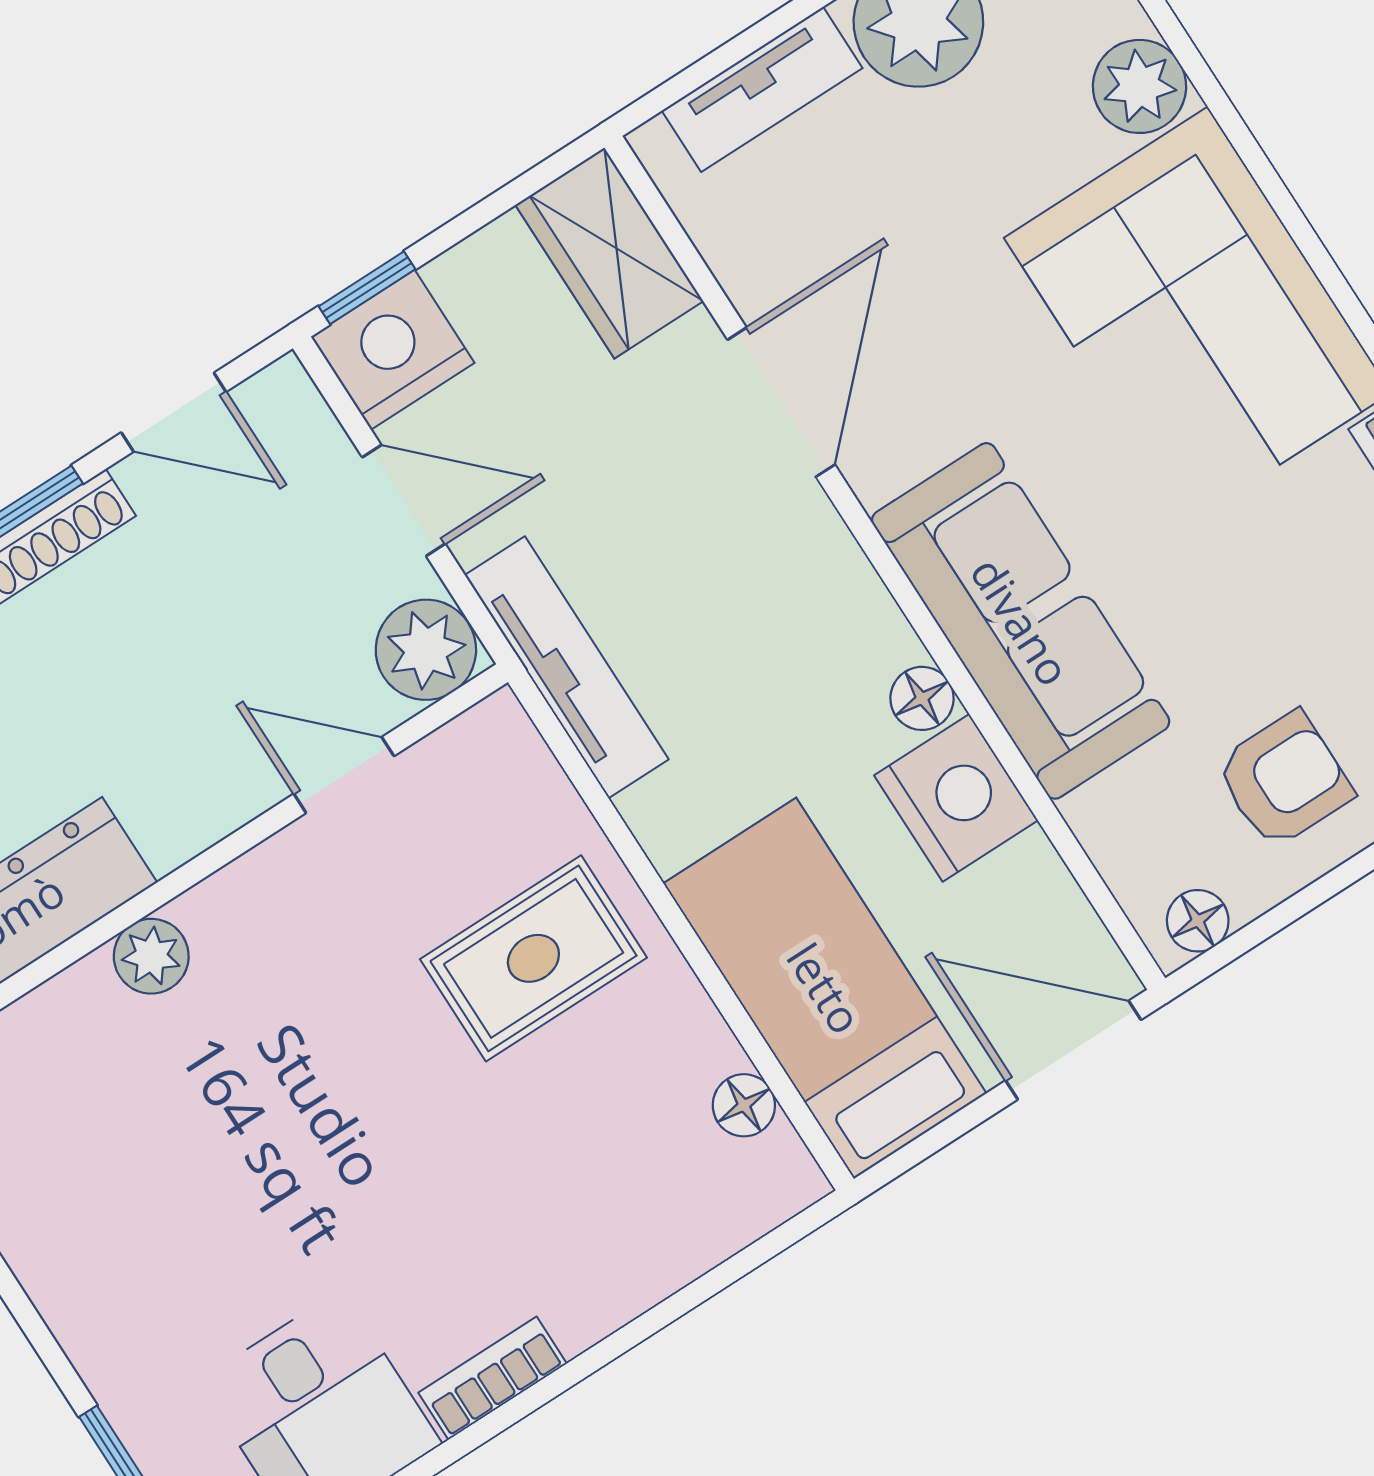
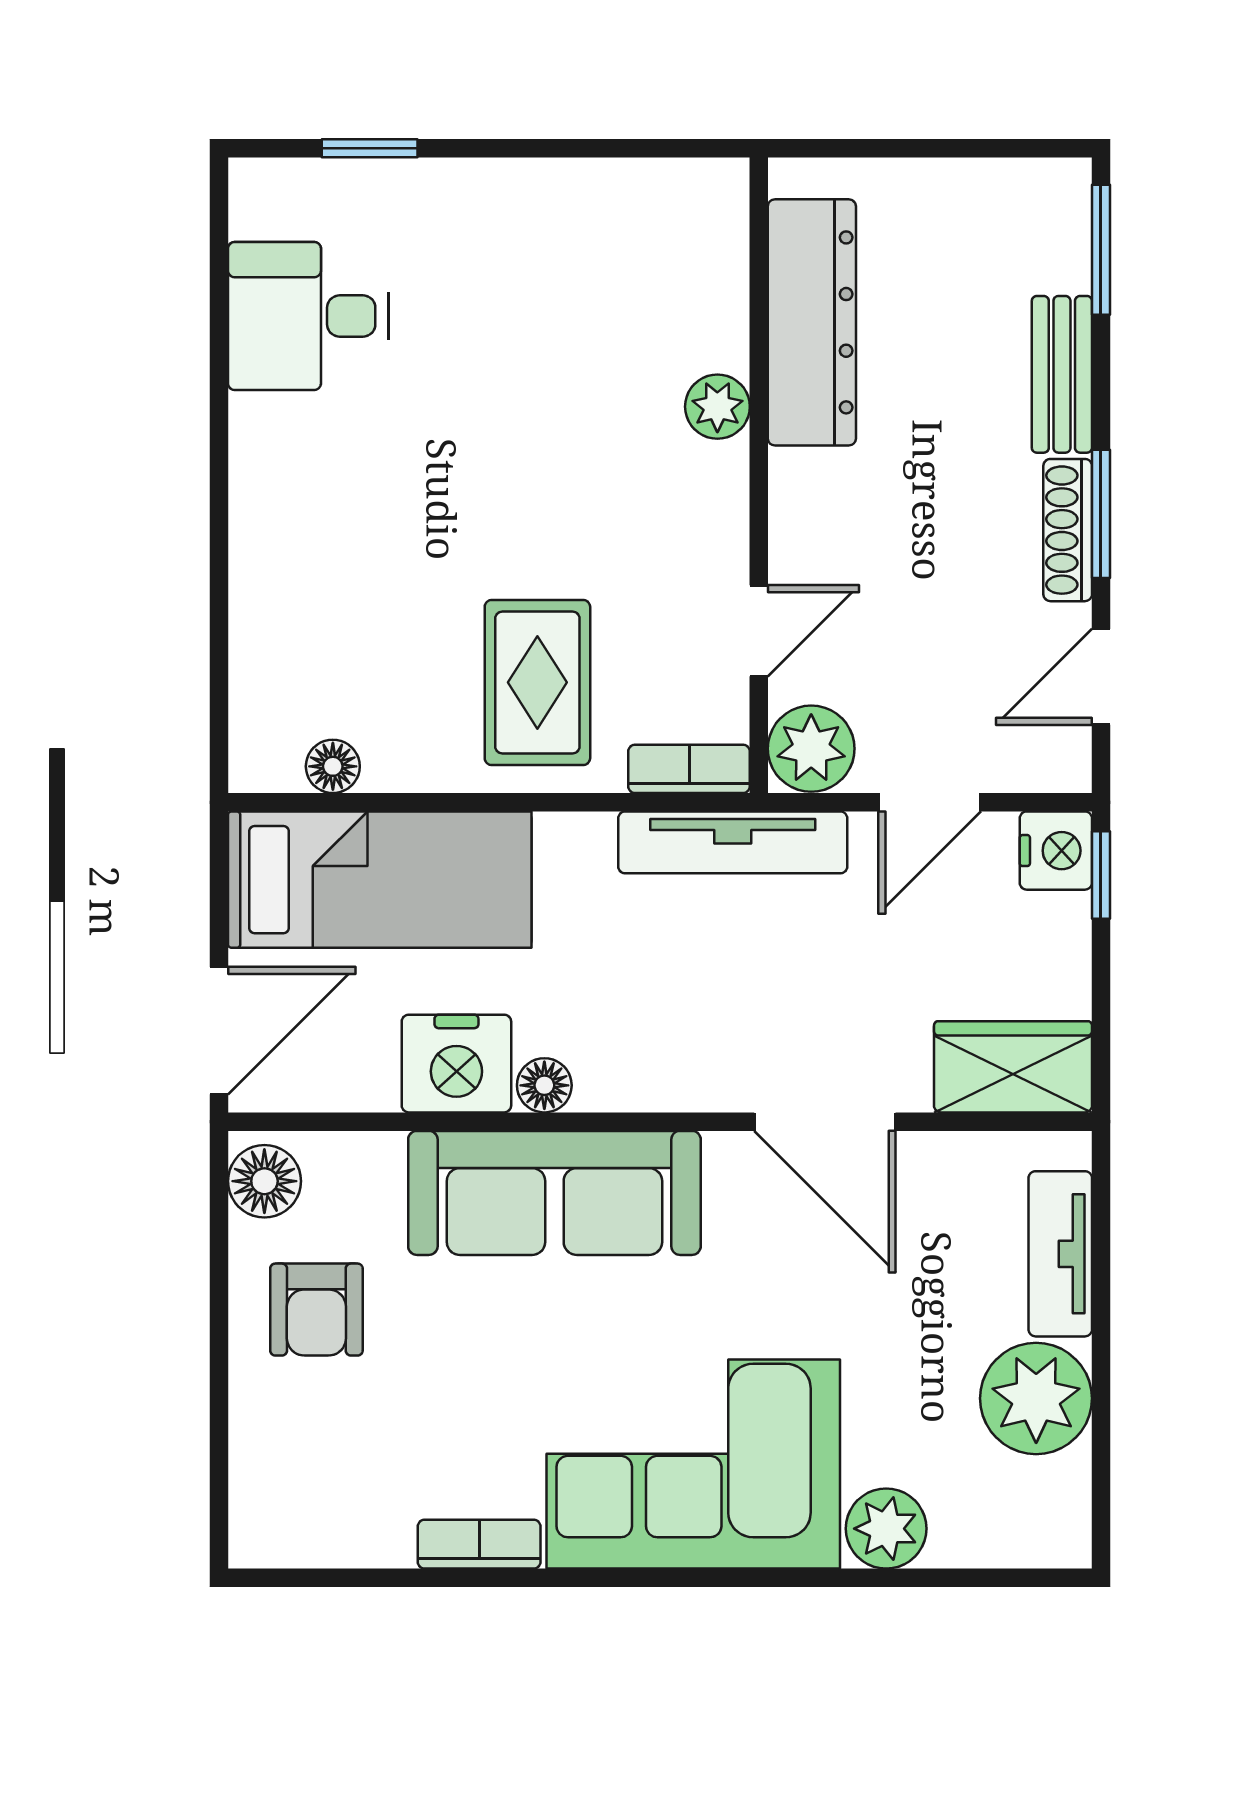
nightstand: (393, 350) -> (1056, 851), width x0.74, depth x0.75
floor lamp: (1198, 921) -> (264, 1181), width x1.37, depth x1.37
bookcase: (493, 1378) -> (689, 769), moved, turned -90

